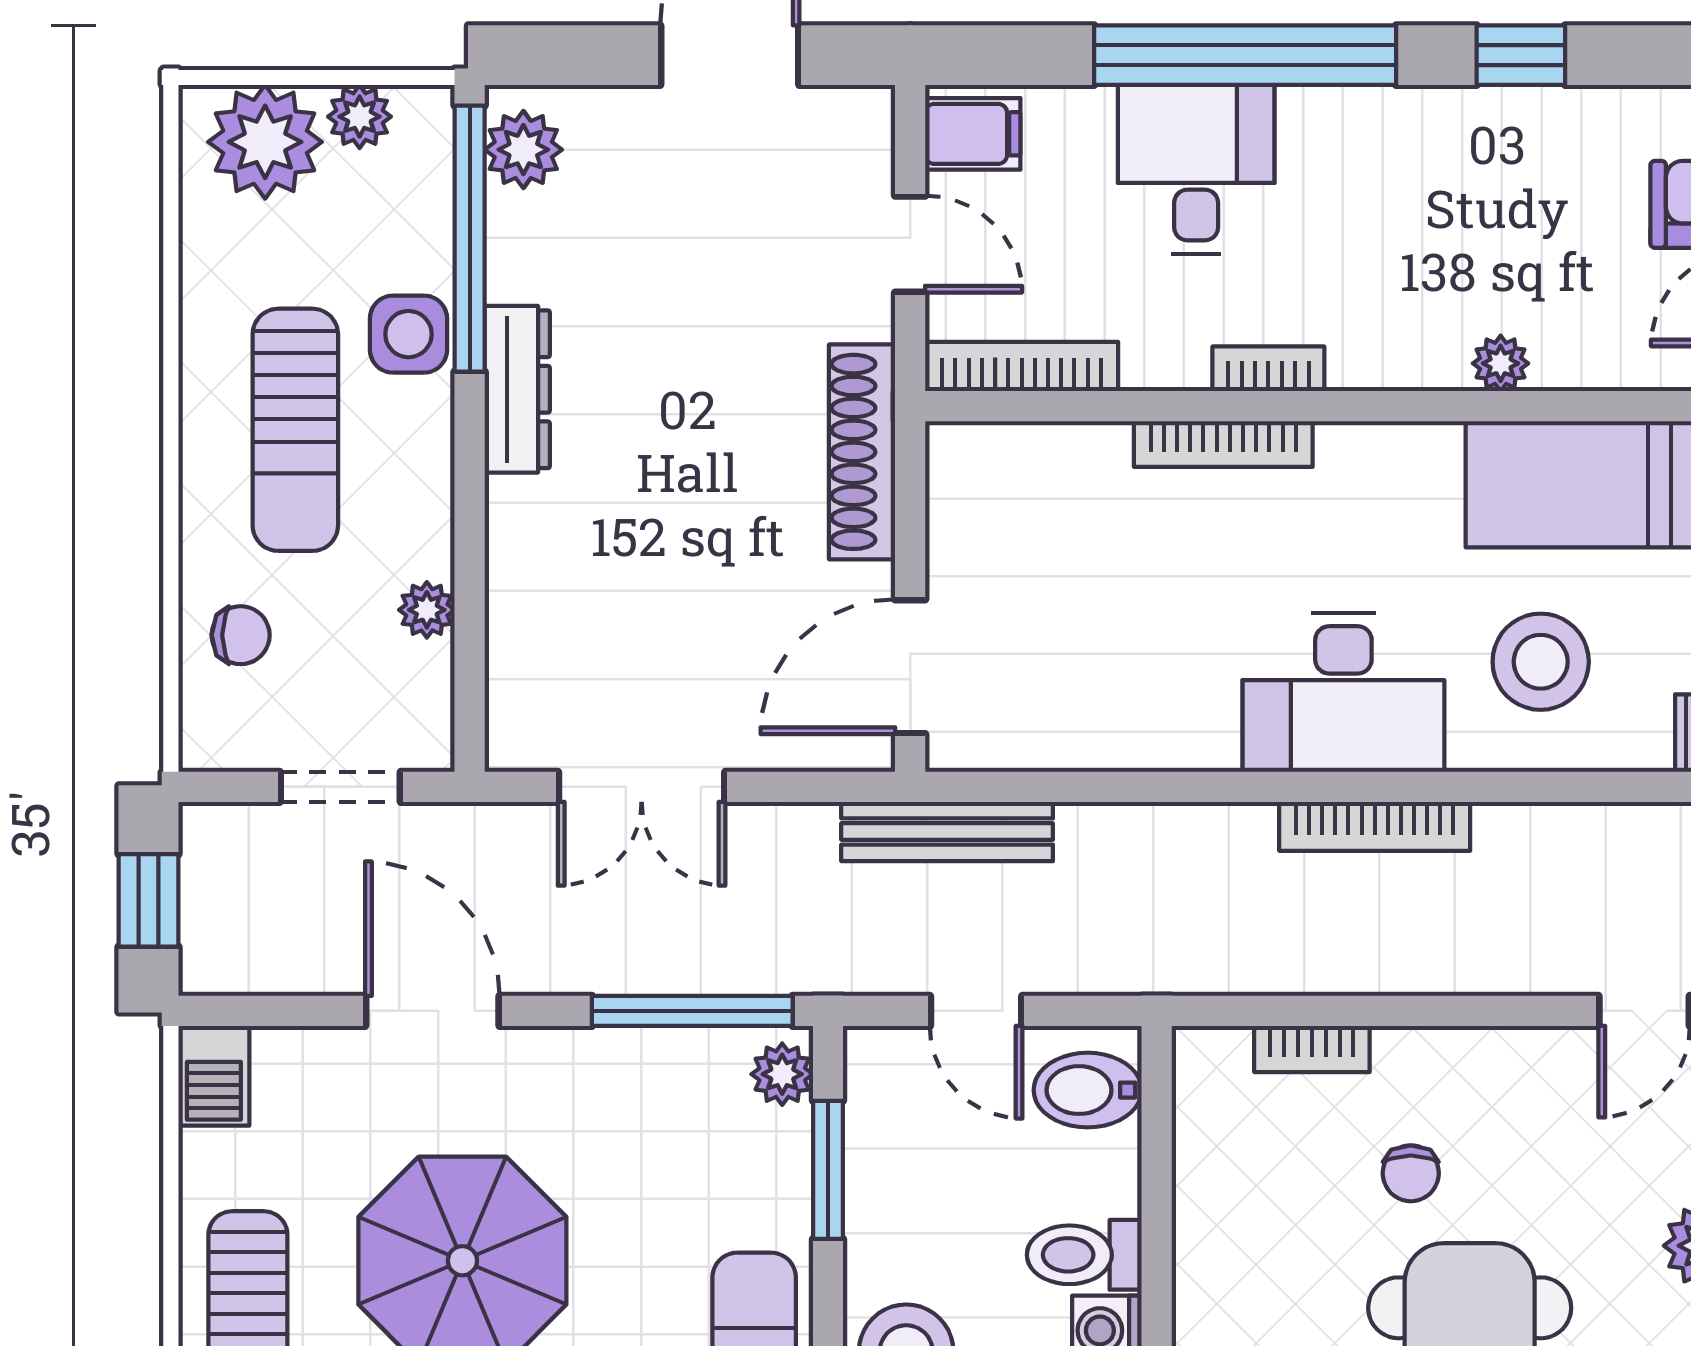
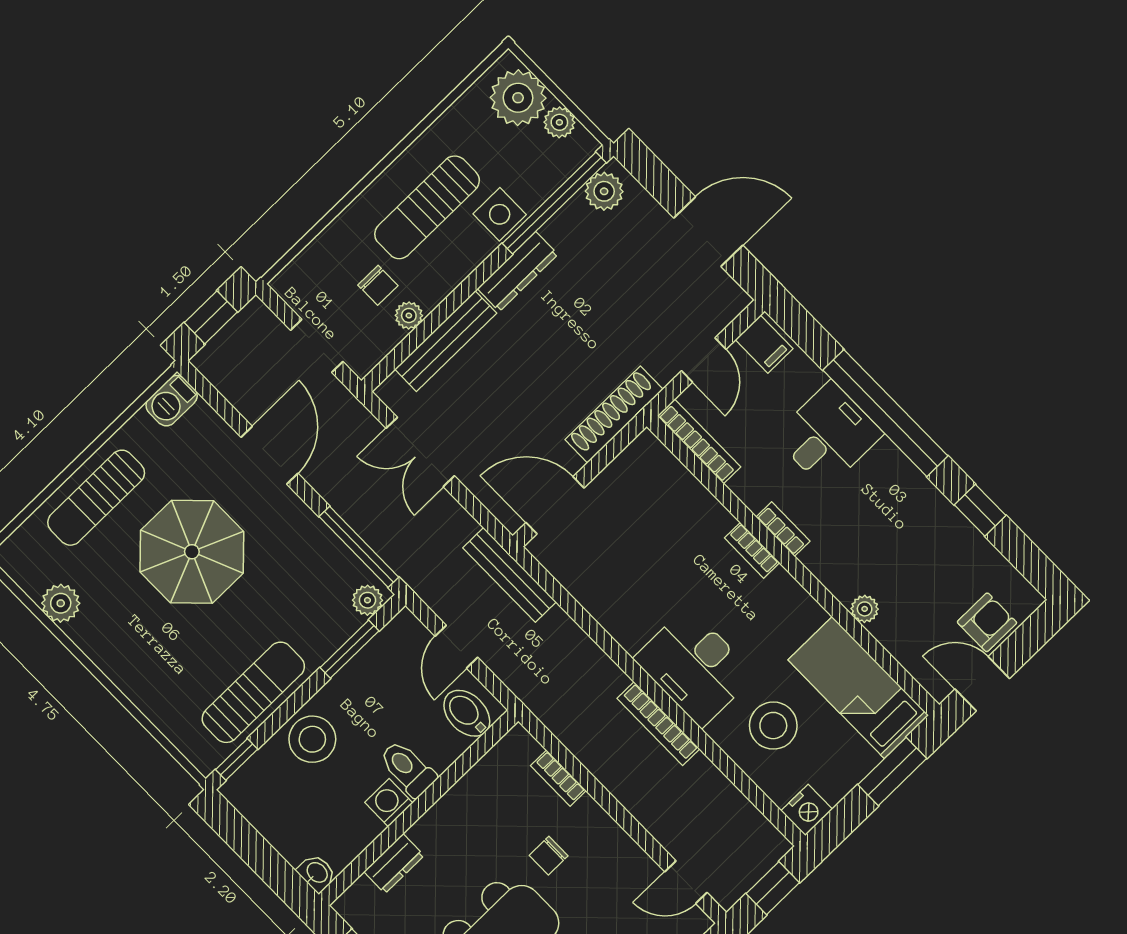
bookcase: (1223, 444) -> (752, 550), width x0.64
bench: (517, 593) -> (446, 341), added
chair: (241, 635) -> (378, 285), moved

